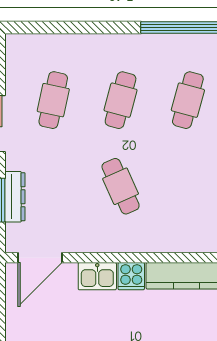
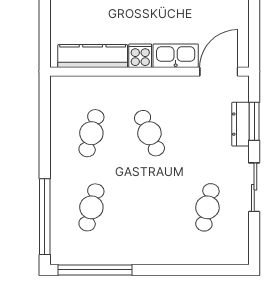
cafe table: (121, 100) -> (91, 133), moved
kitchen sink: (97, 276) -> (176, 56), width x1.38

